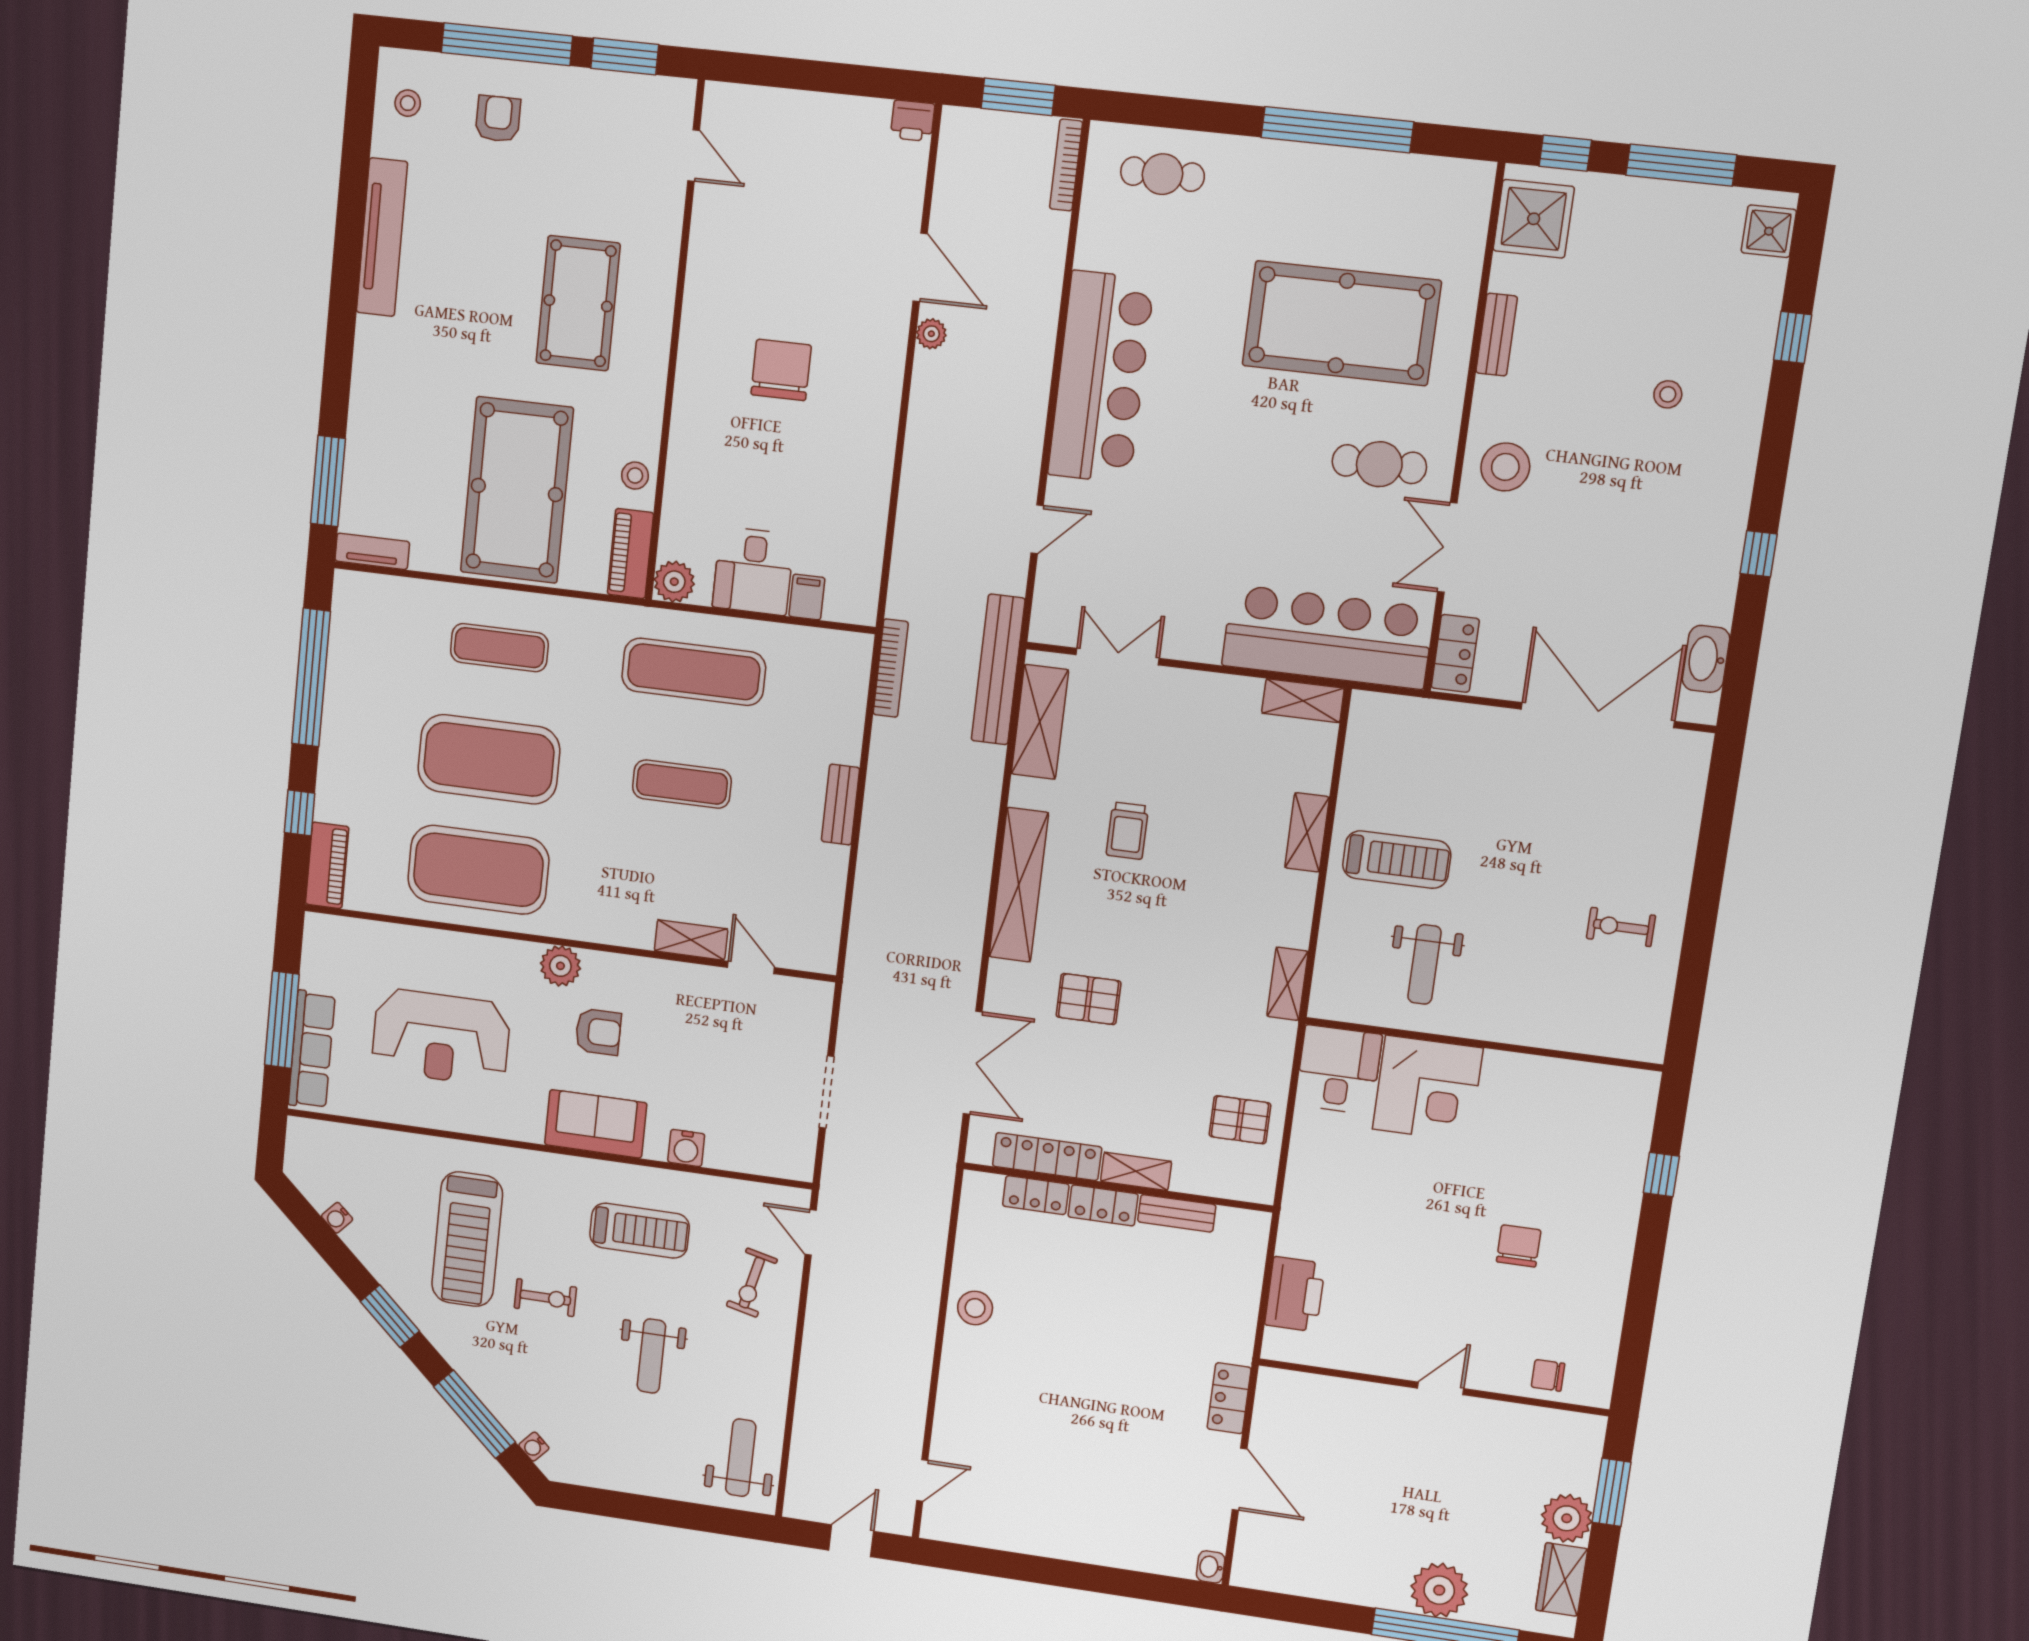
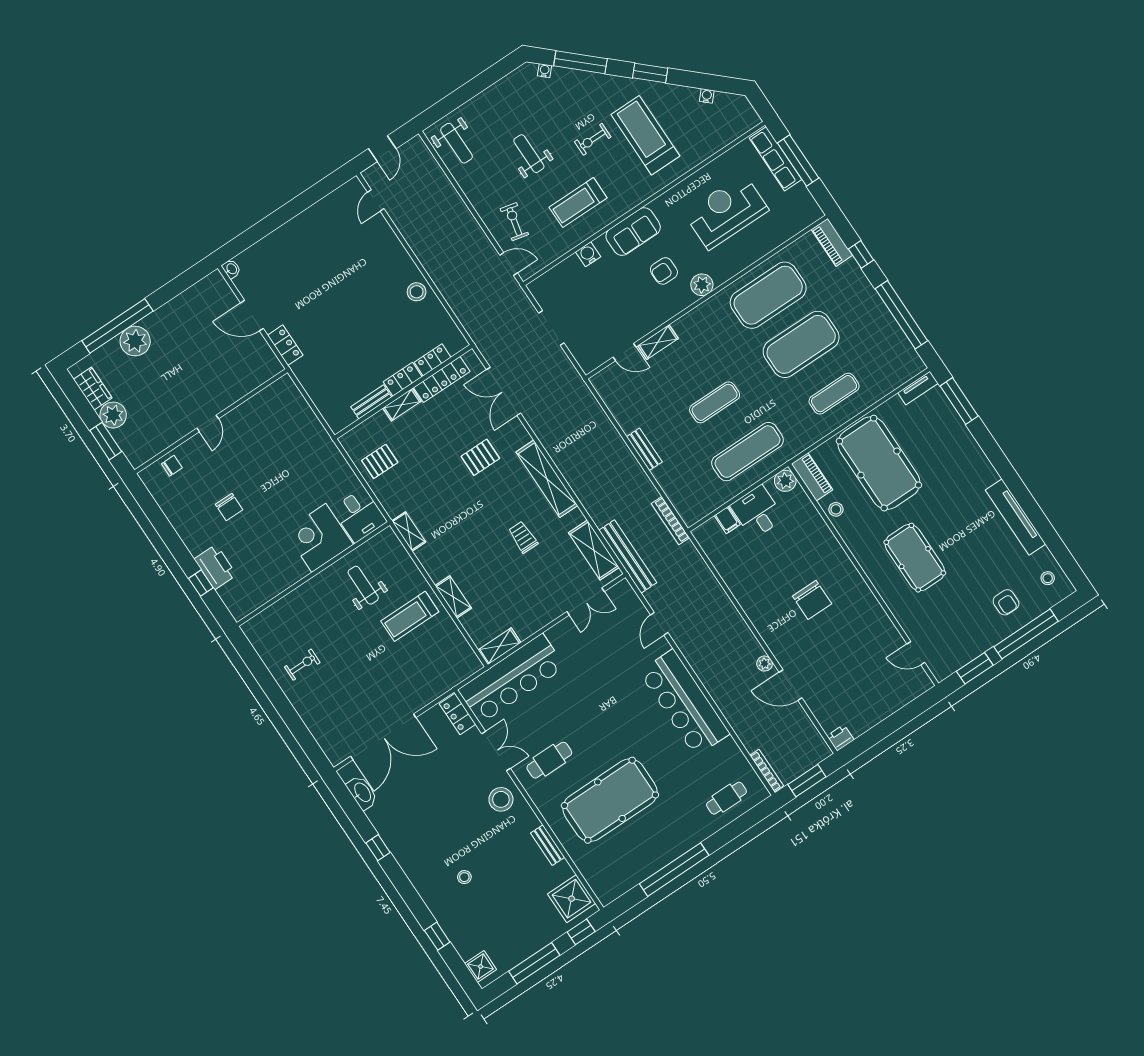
printer: (1295, 1294) -> (215, 567), moved, turned 180

